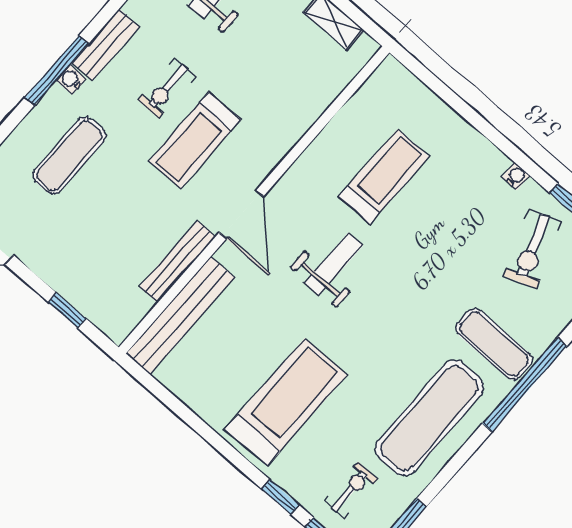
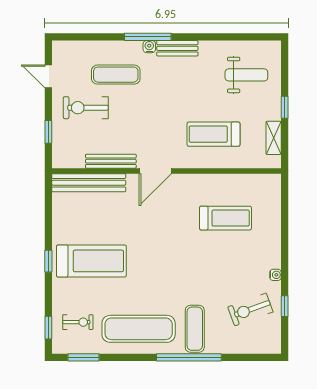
exercise bike: (167, 88) -> (86, 108), moved, width x1.38, depth x1.39
treadmill: (195, 140) -> (214, 134), moved
weight bench: (334, 264) -> (169, 229), removed
window: (280, 497) -> (48, 261), moved

